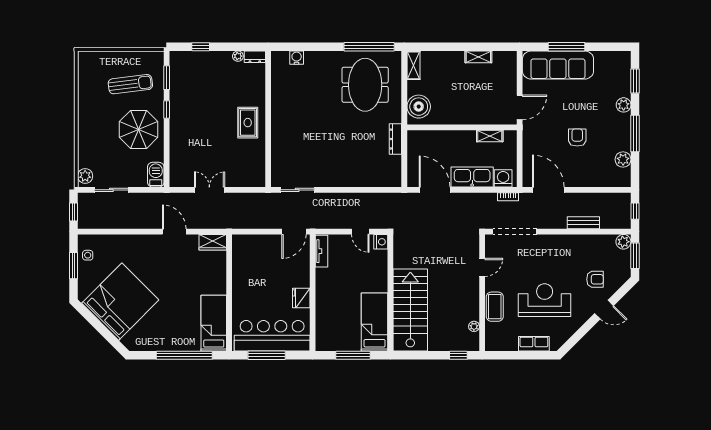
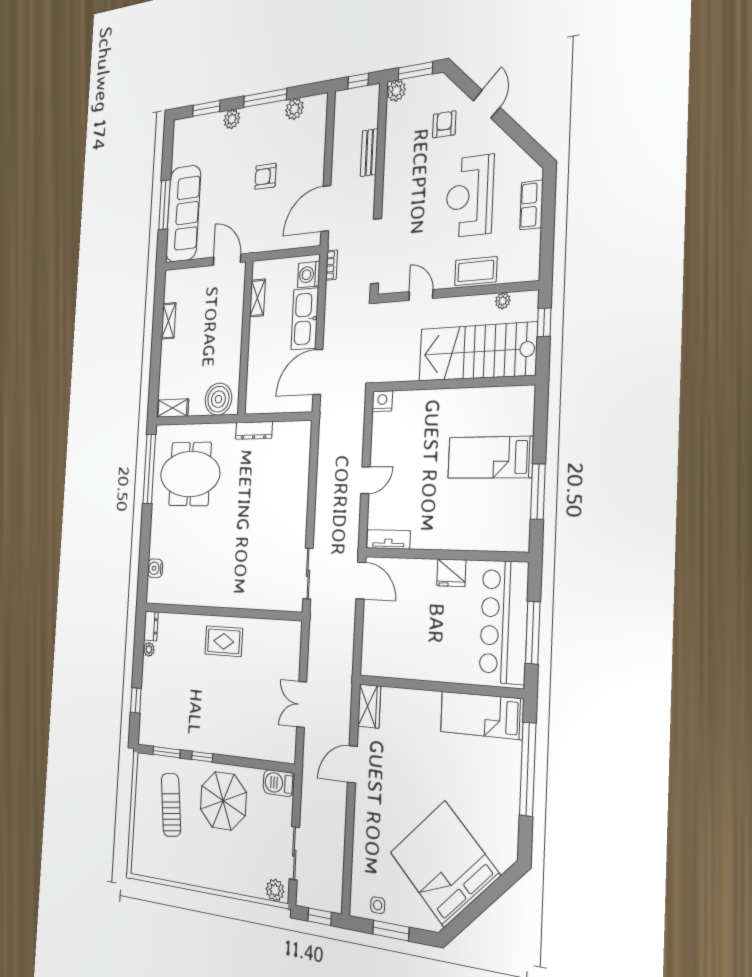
nightstand: (381, 242) -> (382, 401), moved
wall: (390, 293) -> (452, 384), moved
stairs: (410, 310) -> (477, 352), moved

